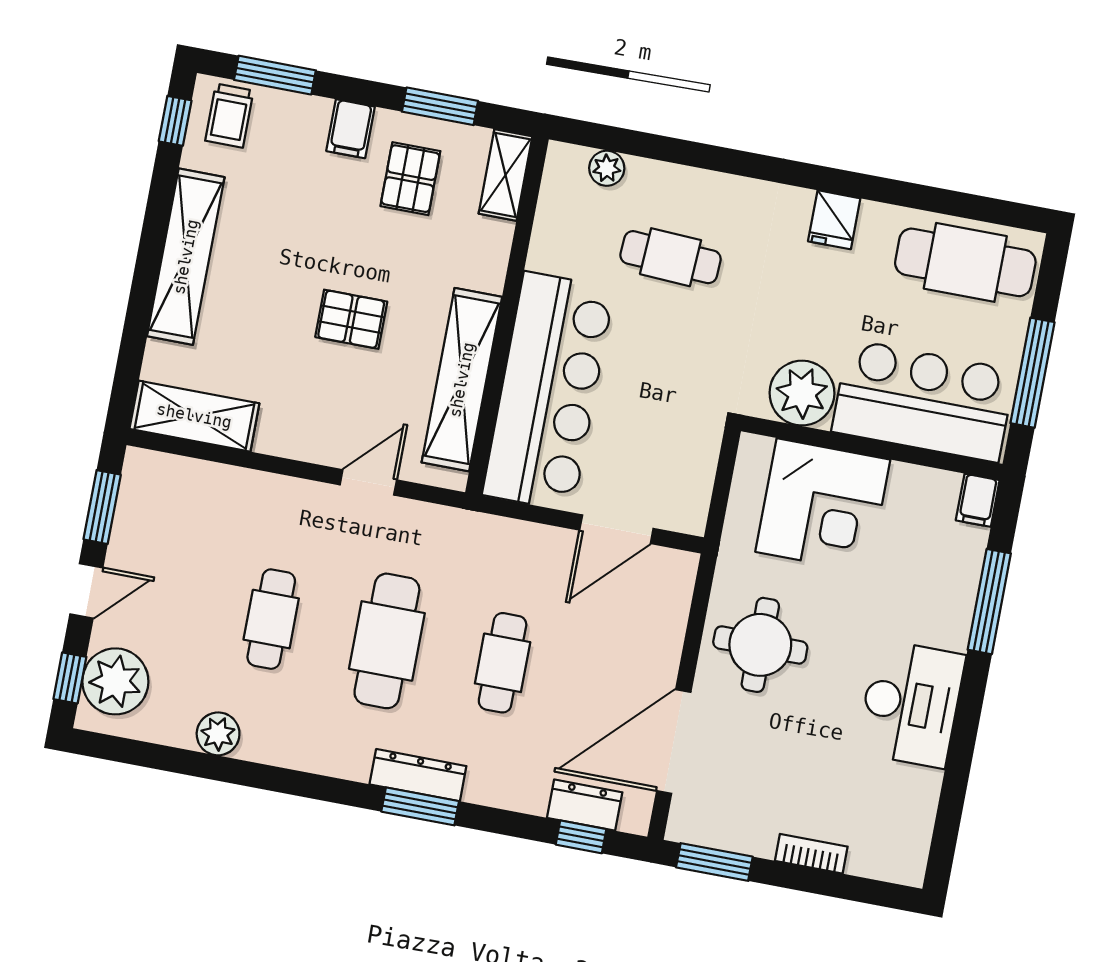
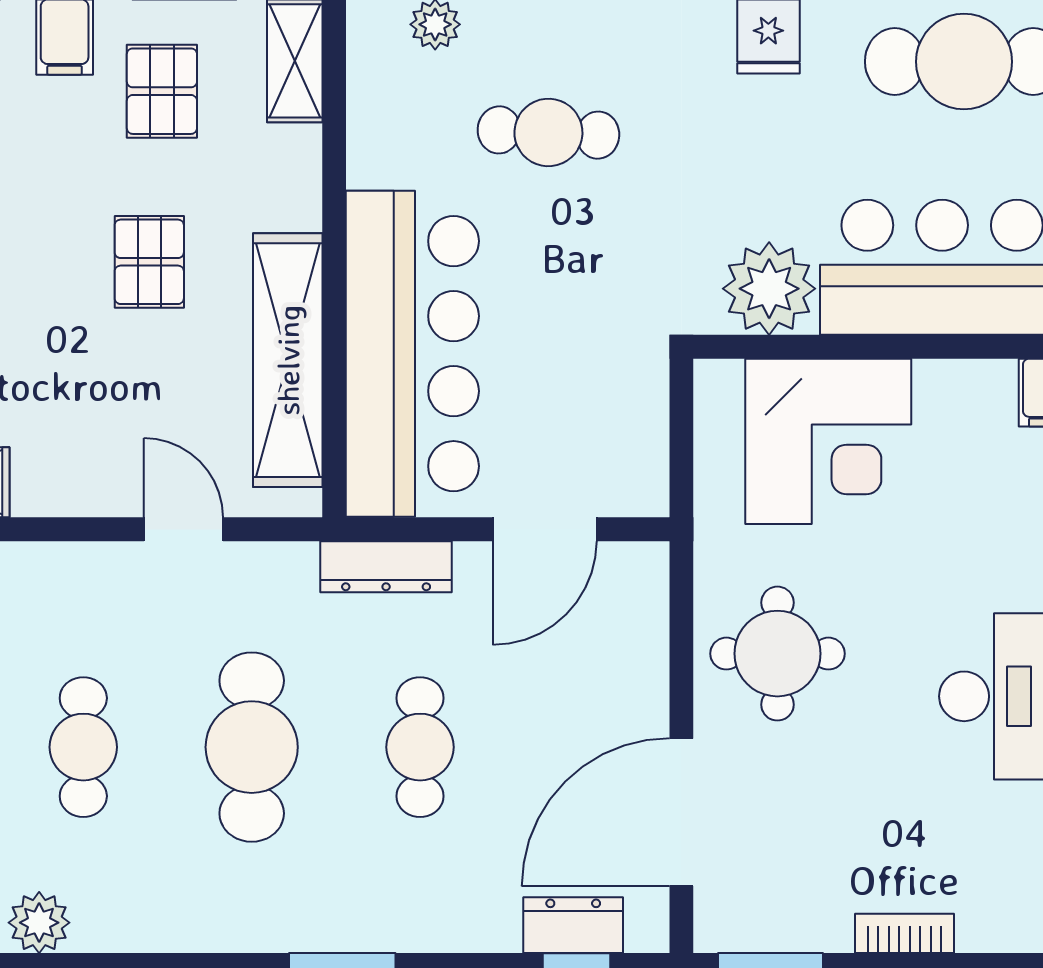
pallet: (351, 319) -> (149, 262), moved, turned 90
door: (368, 482) -> (183, 529), hinge flipped
dresser: (418, 775) -> (386, 567), moved, turned 180

